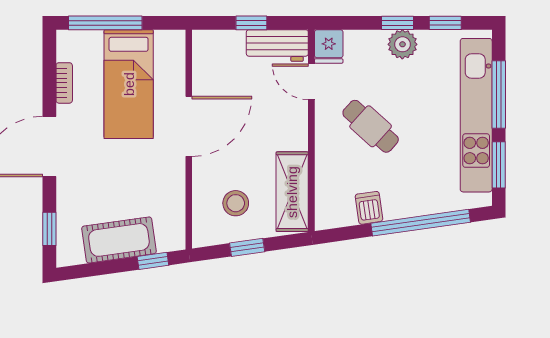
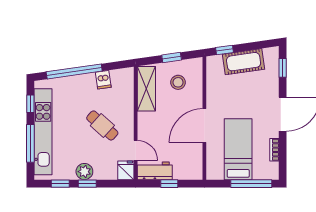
window: (499, 165) -> (30, 104), width x0.67

